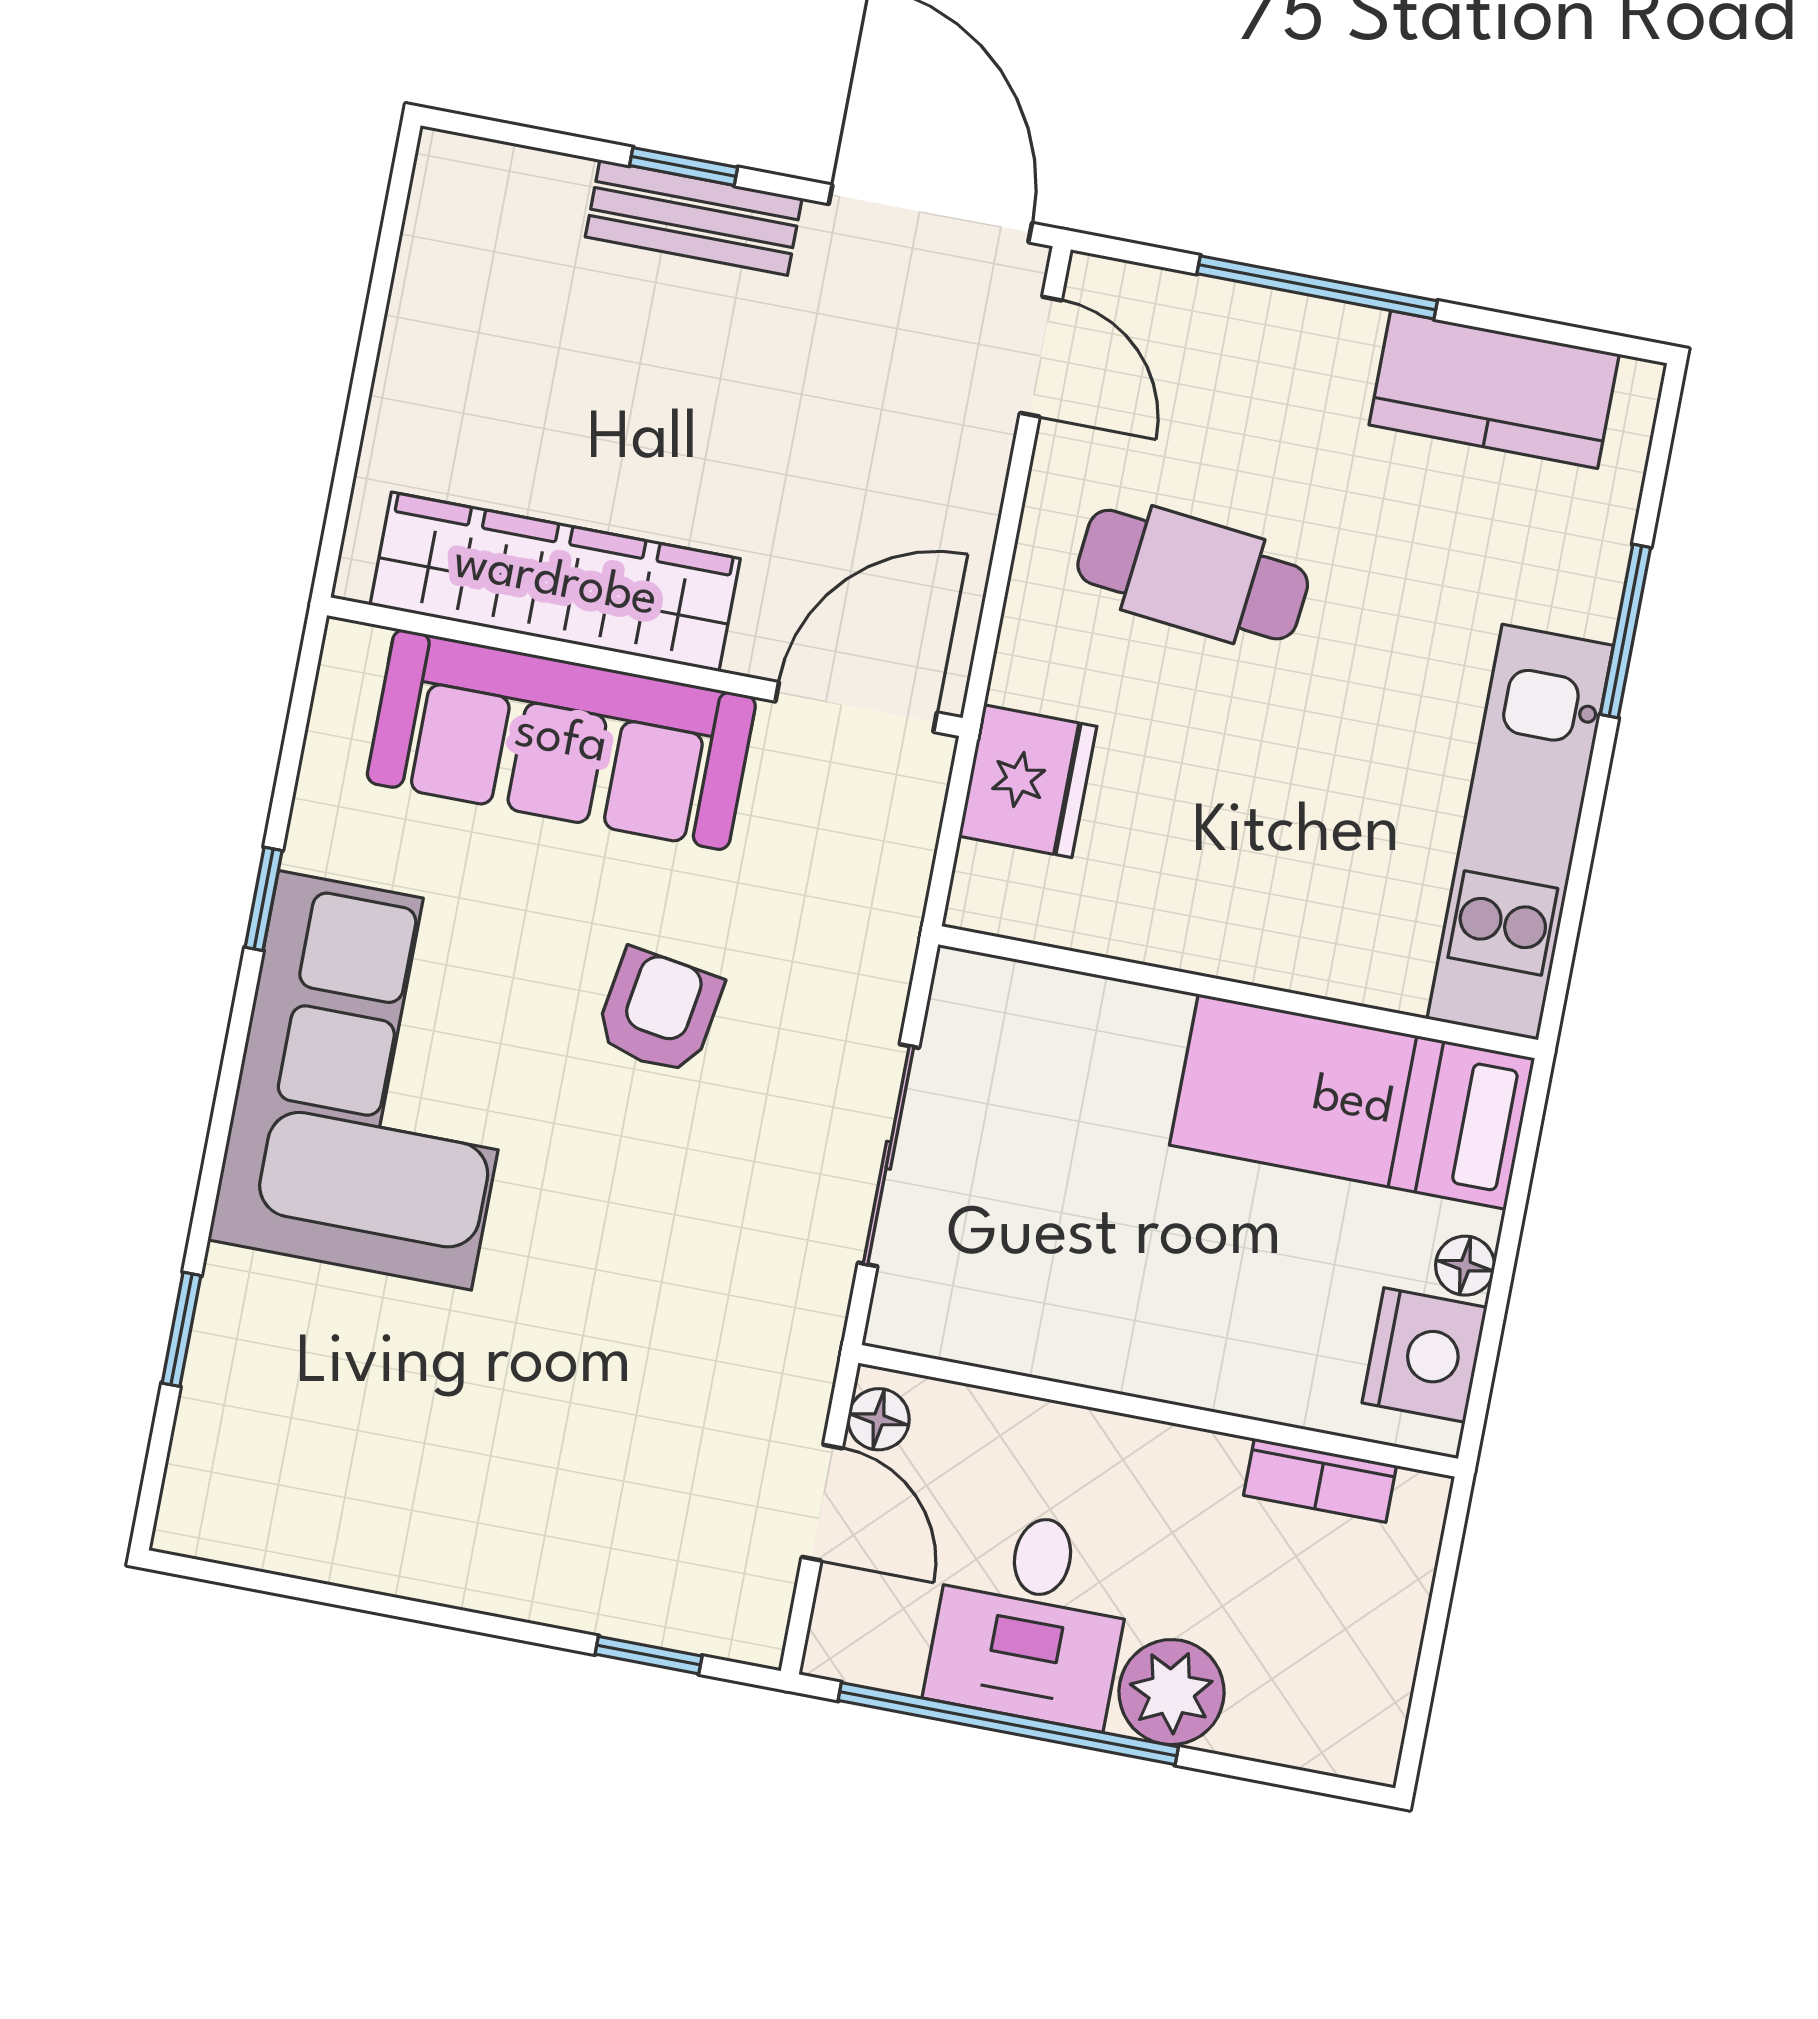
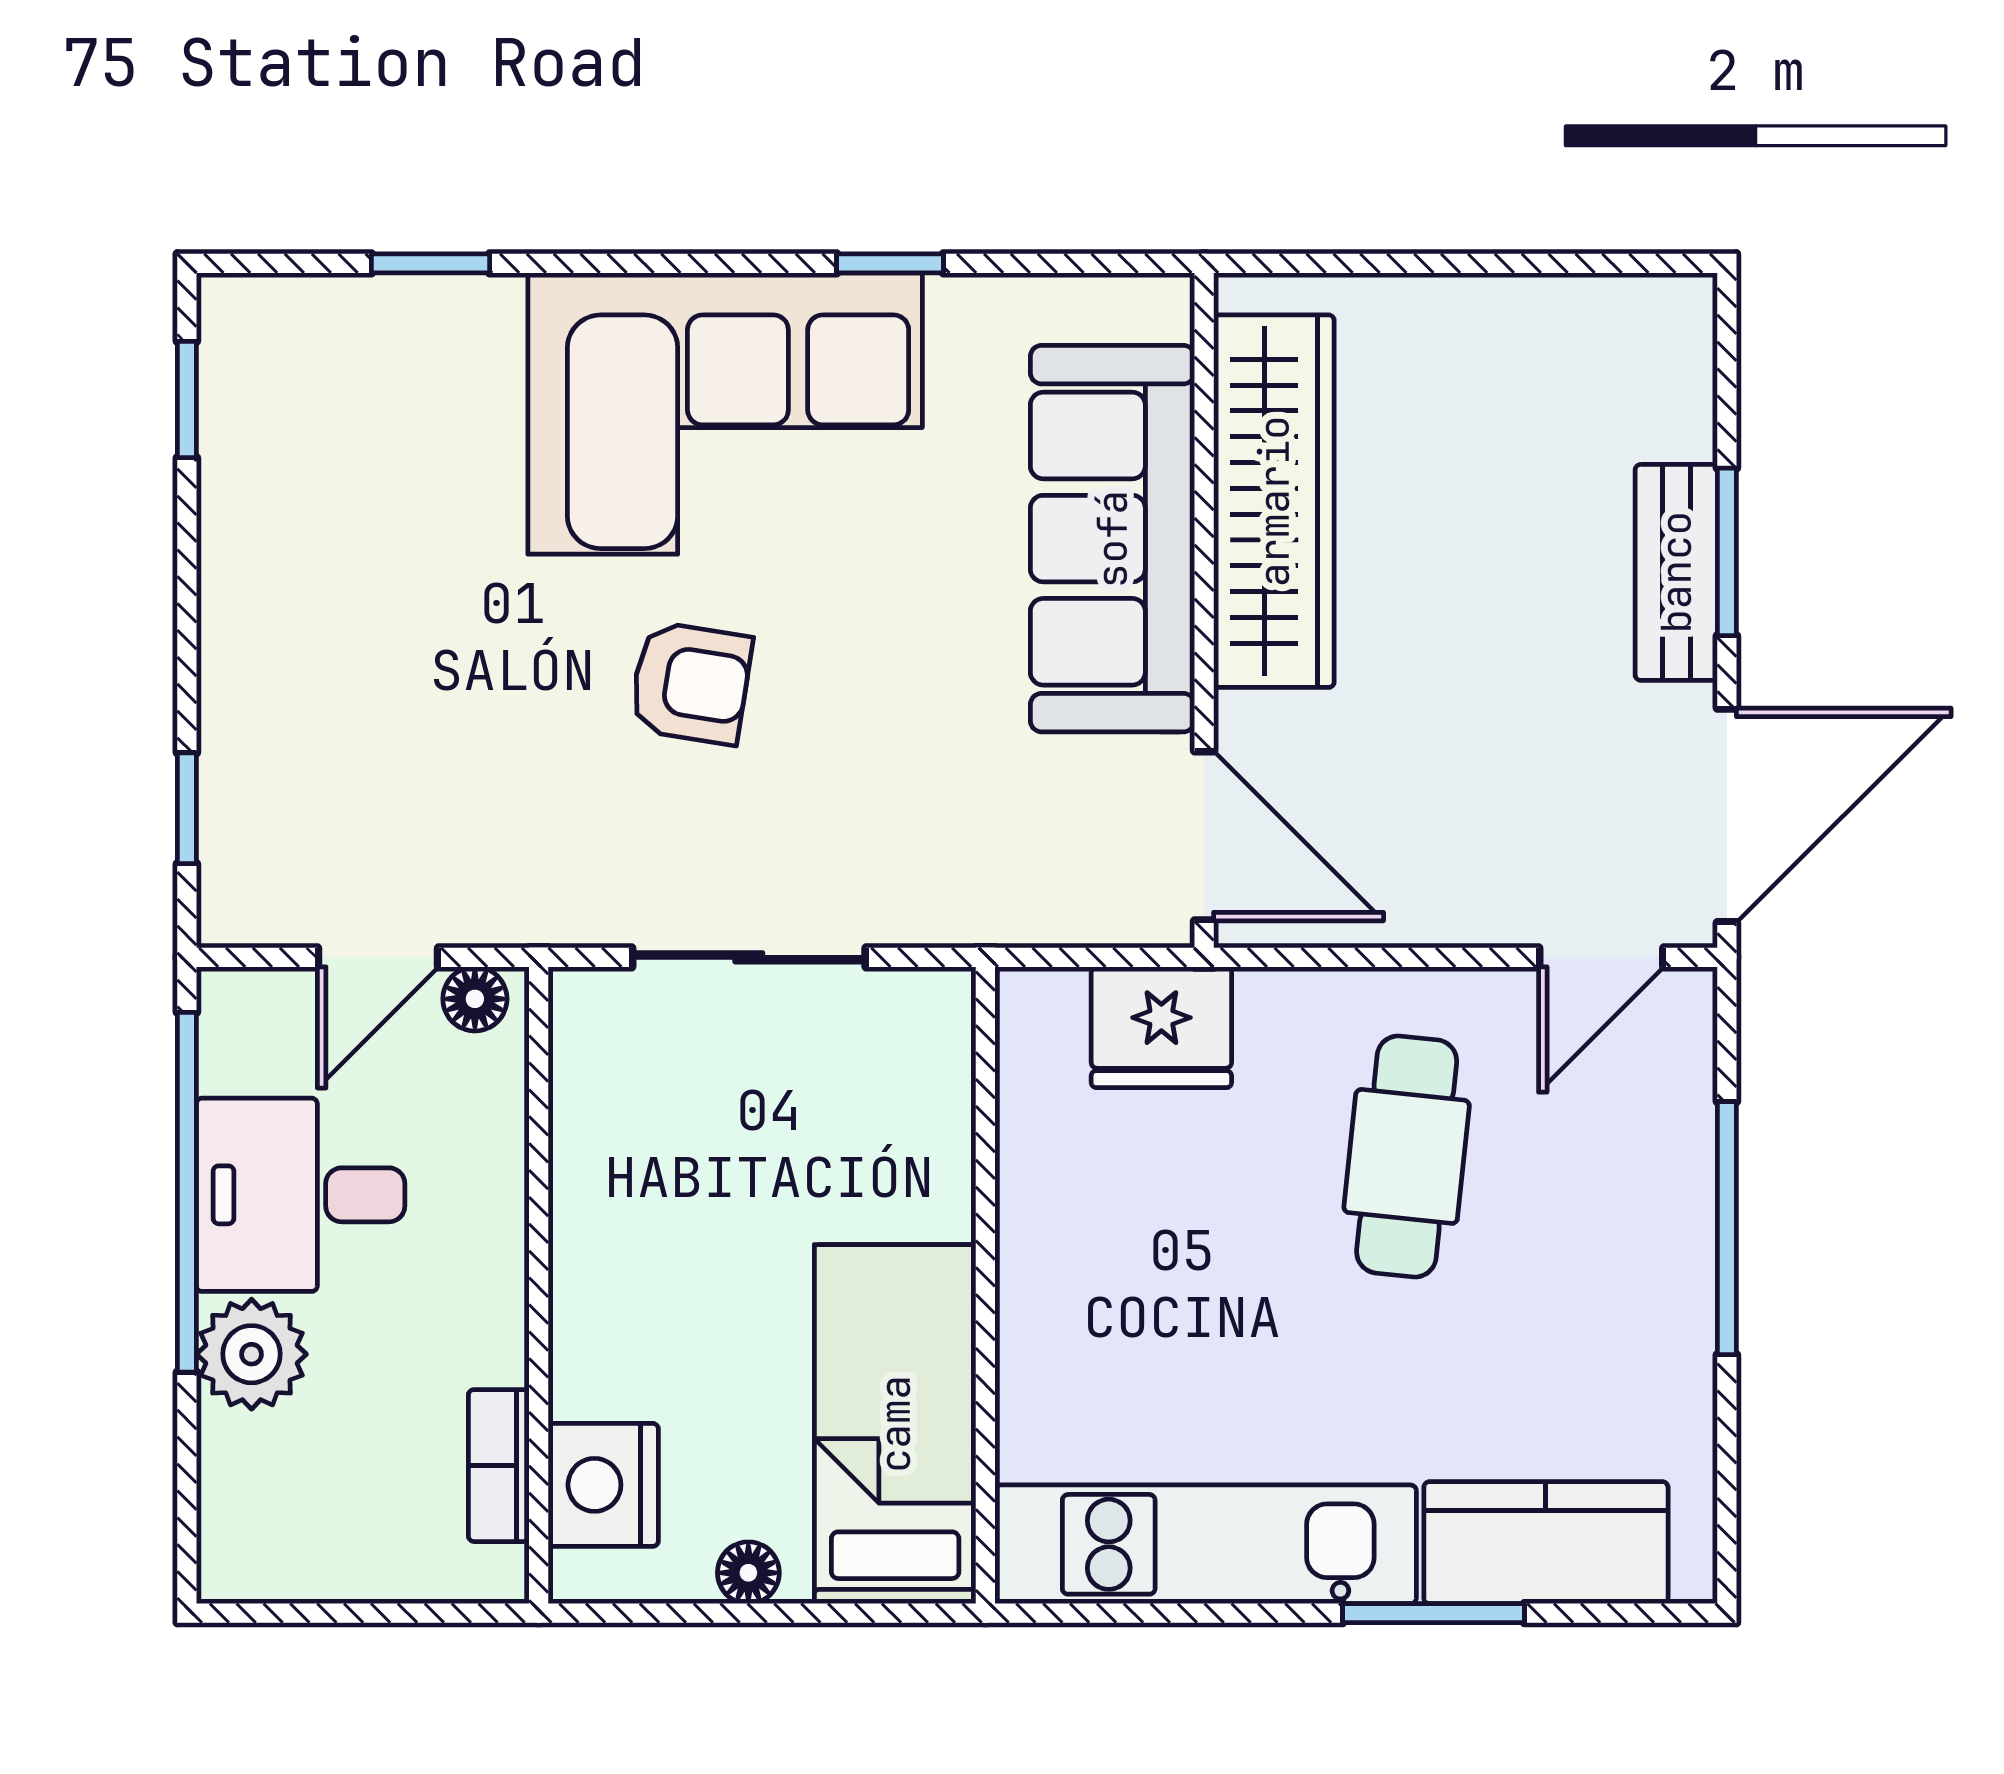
window: (684, 166) -> (1727, 552), width x1.50
kitchen counter: (1494, 390) -> (1546, 1543), moved, turned 90
armchair: (659, 1012) -> (691, 683), moved
nightstand: (1425, 1355) -> (603, 1485), moved, turned 90
window: (266, 1582) -> (187, 399), added

